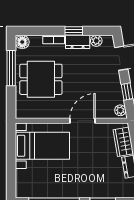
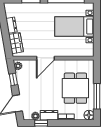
window: (74, 31) -> (41, 123), moved
dining table: (41, 79) -> (75, 88), turned 90
bed with nightstands: (42, 146) -> (74, 26), moved

